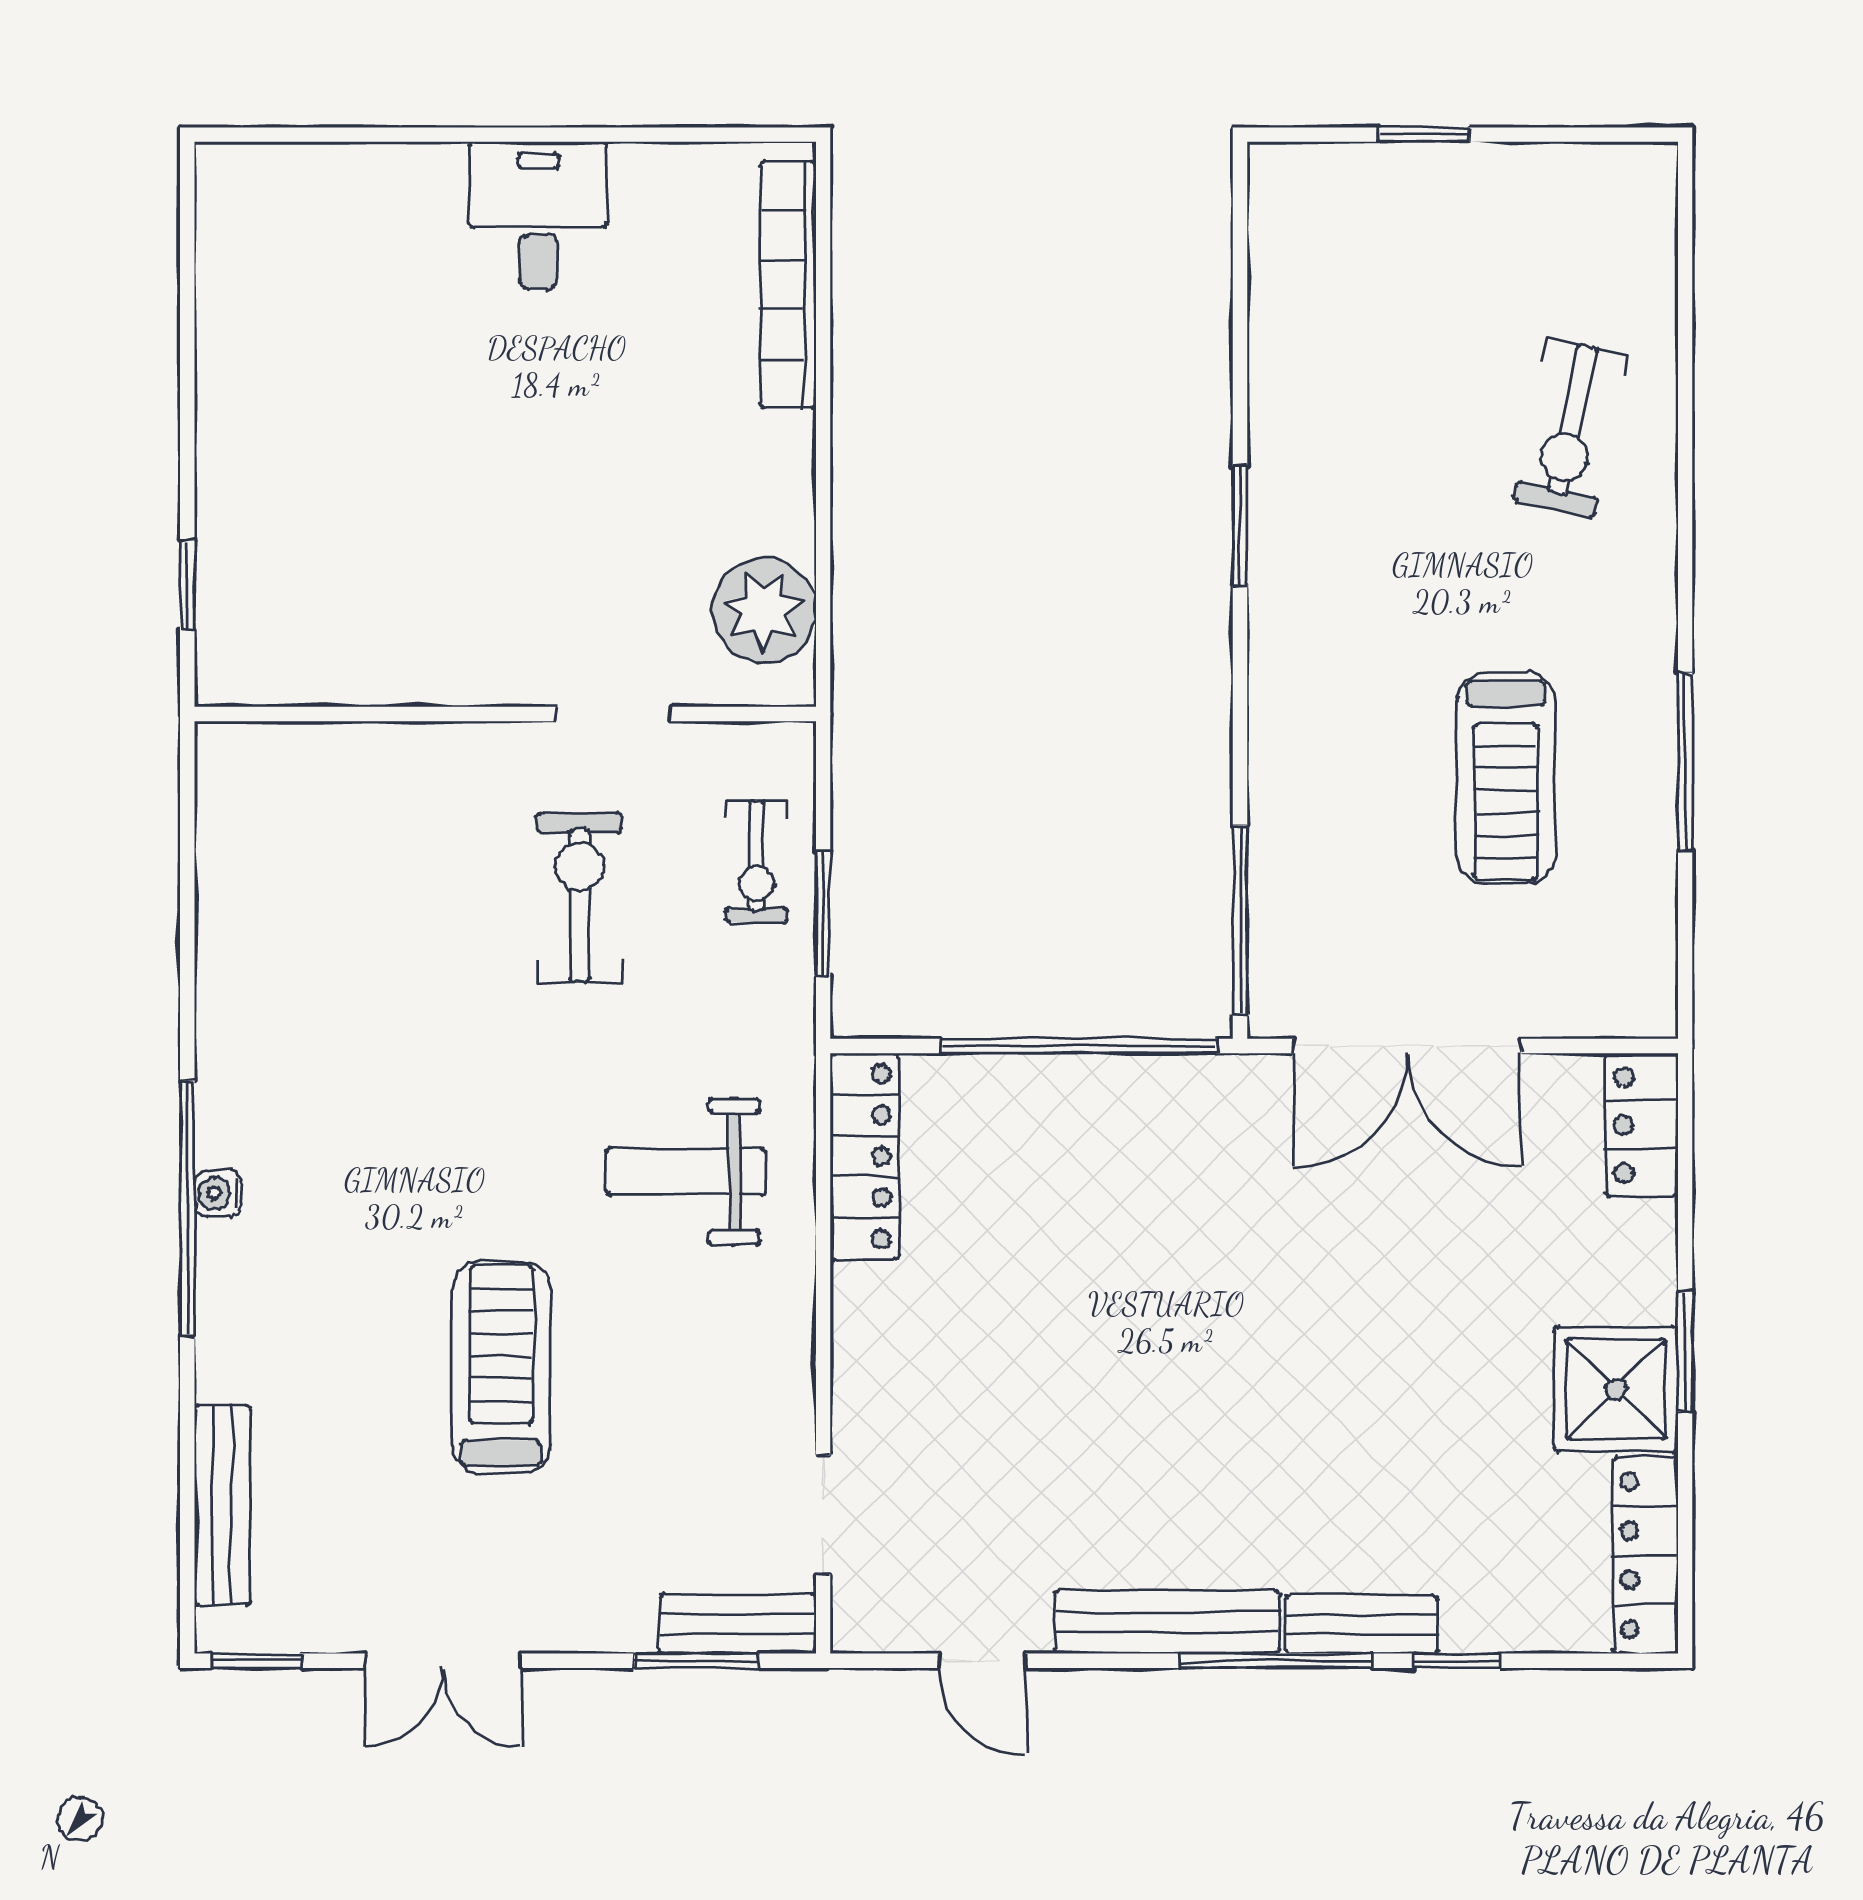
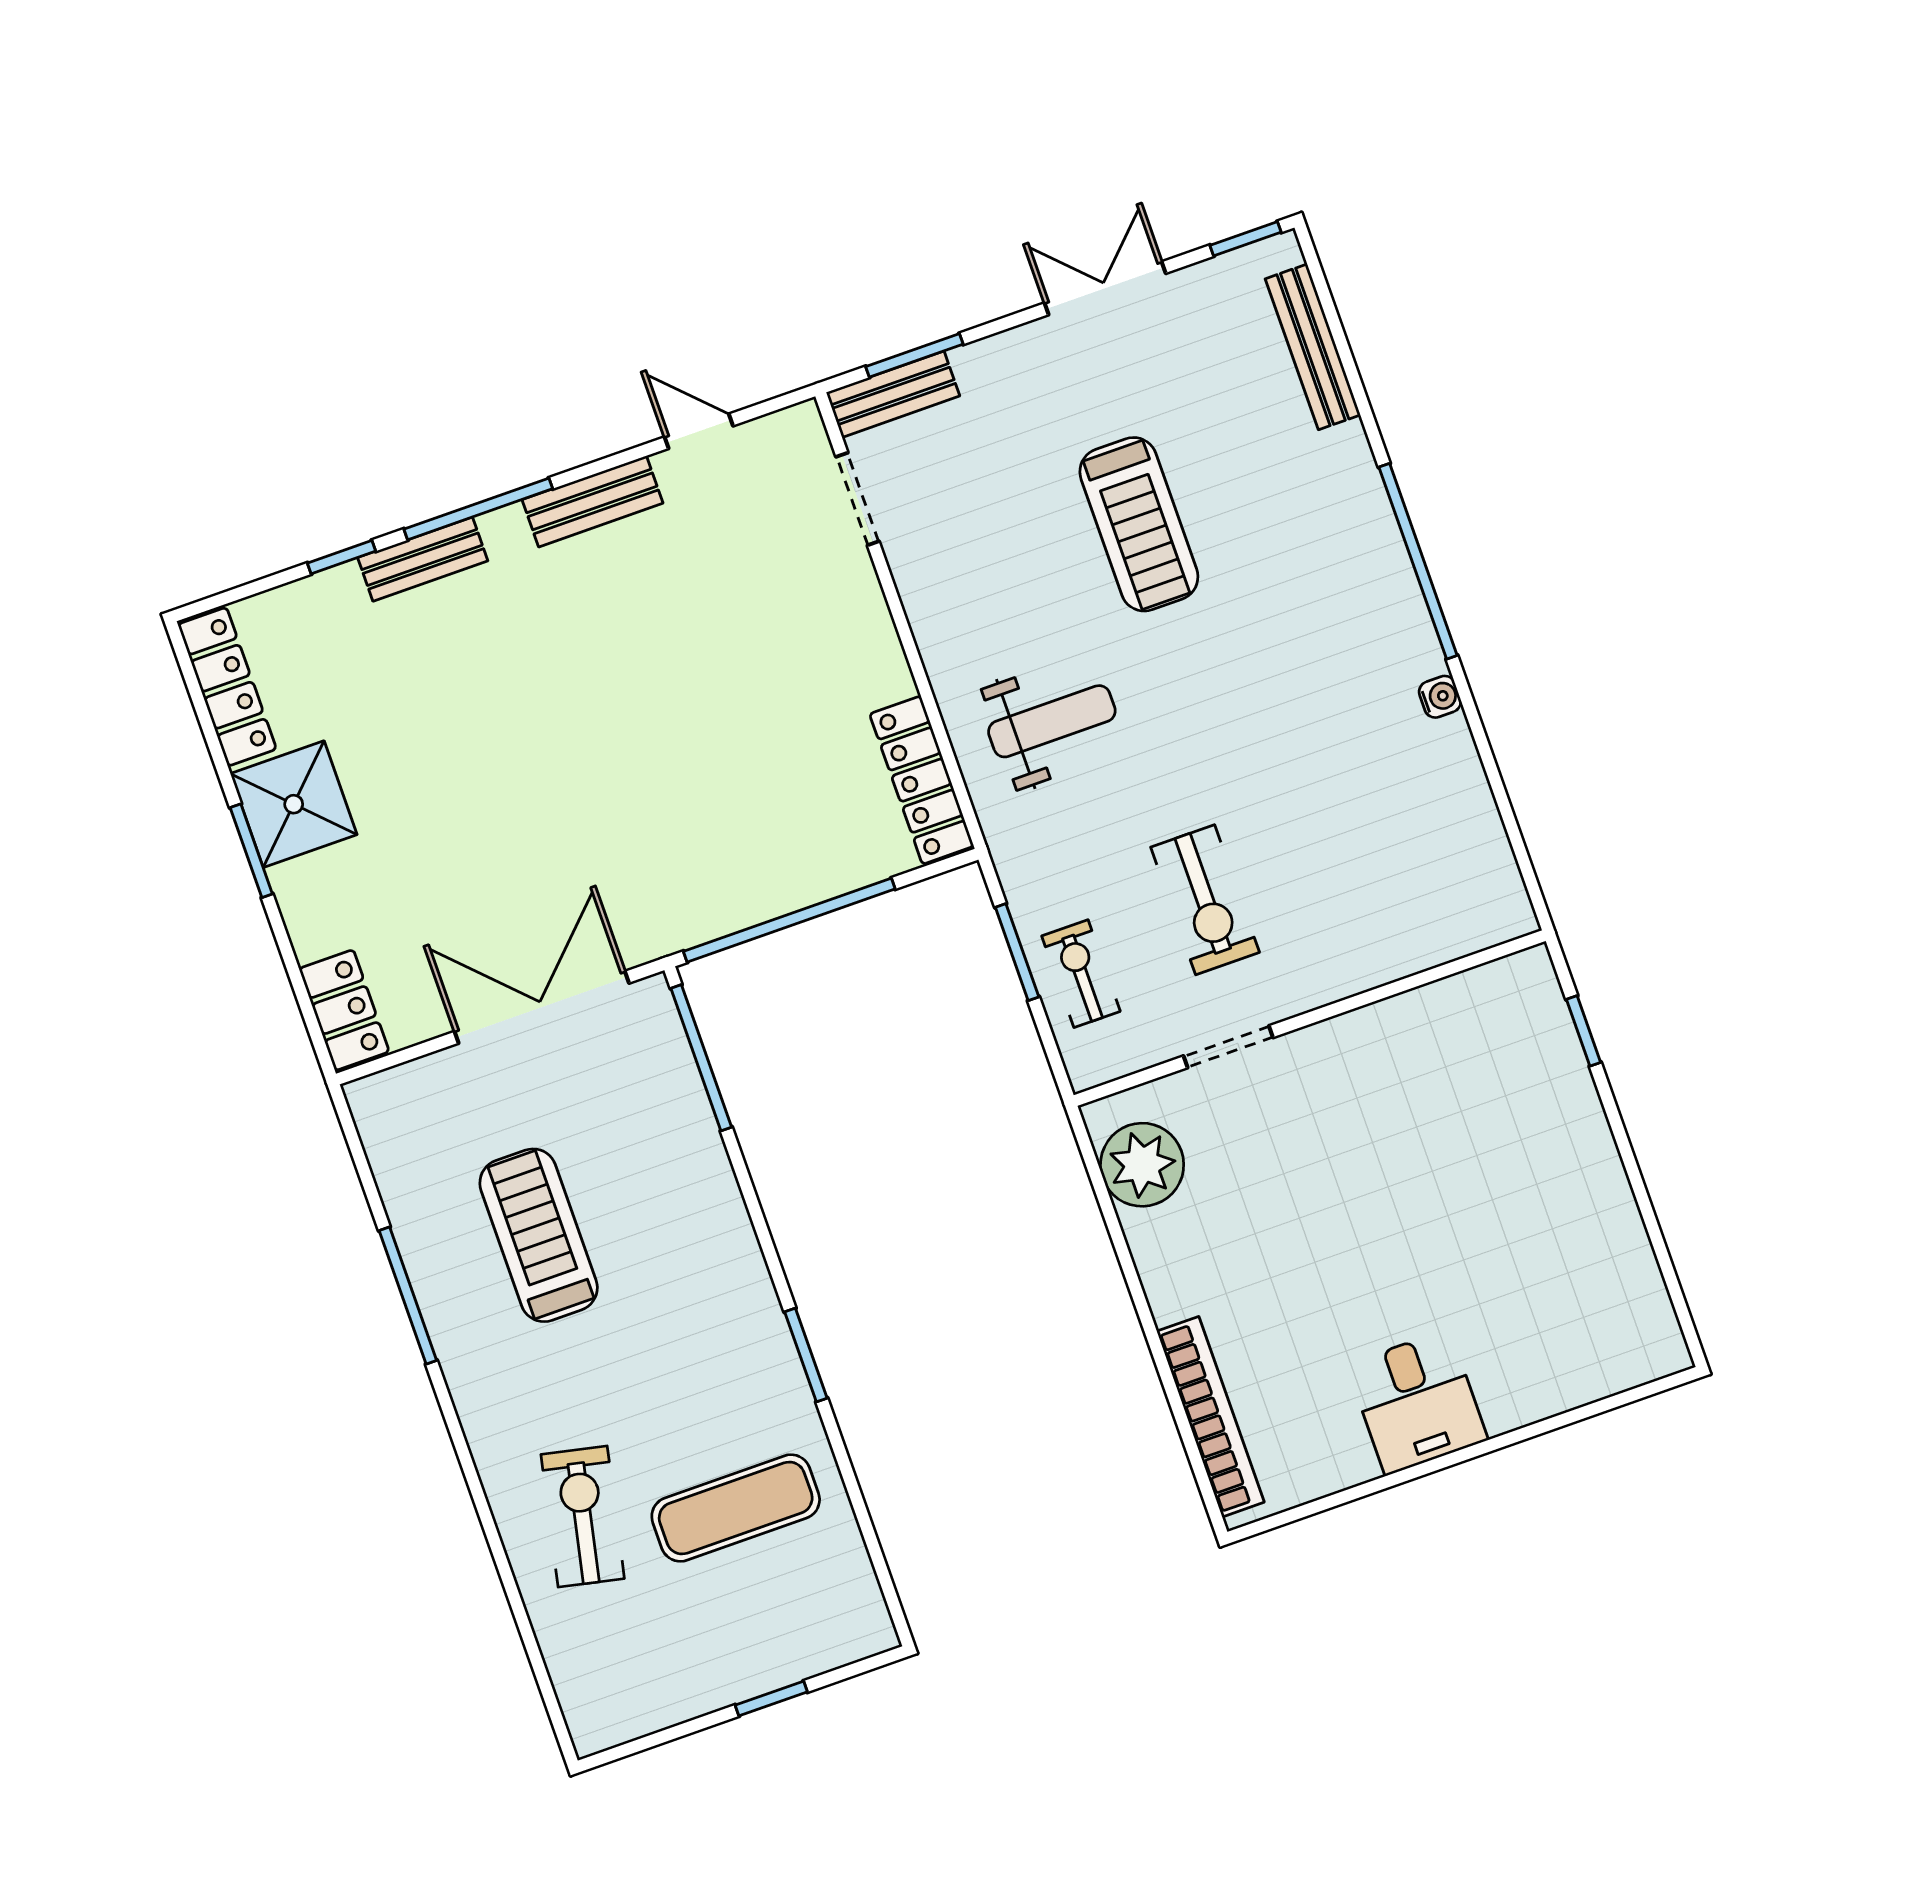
exercise mat: (1387, 374) -> (736, 1508), added
water cooler: (218, 1193) -> (1440, 697), moved
bench: (1167, 1622) -> (593, 501), width x0.73

